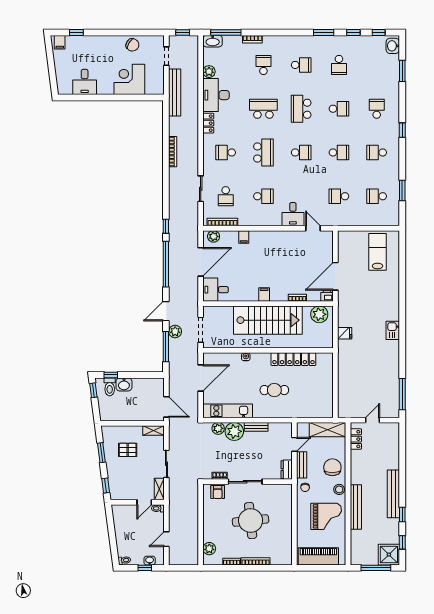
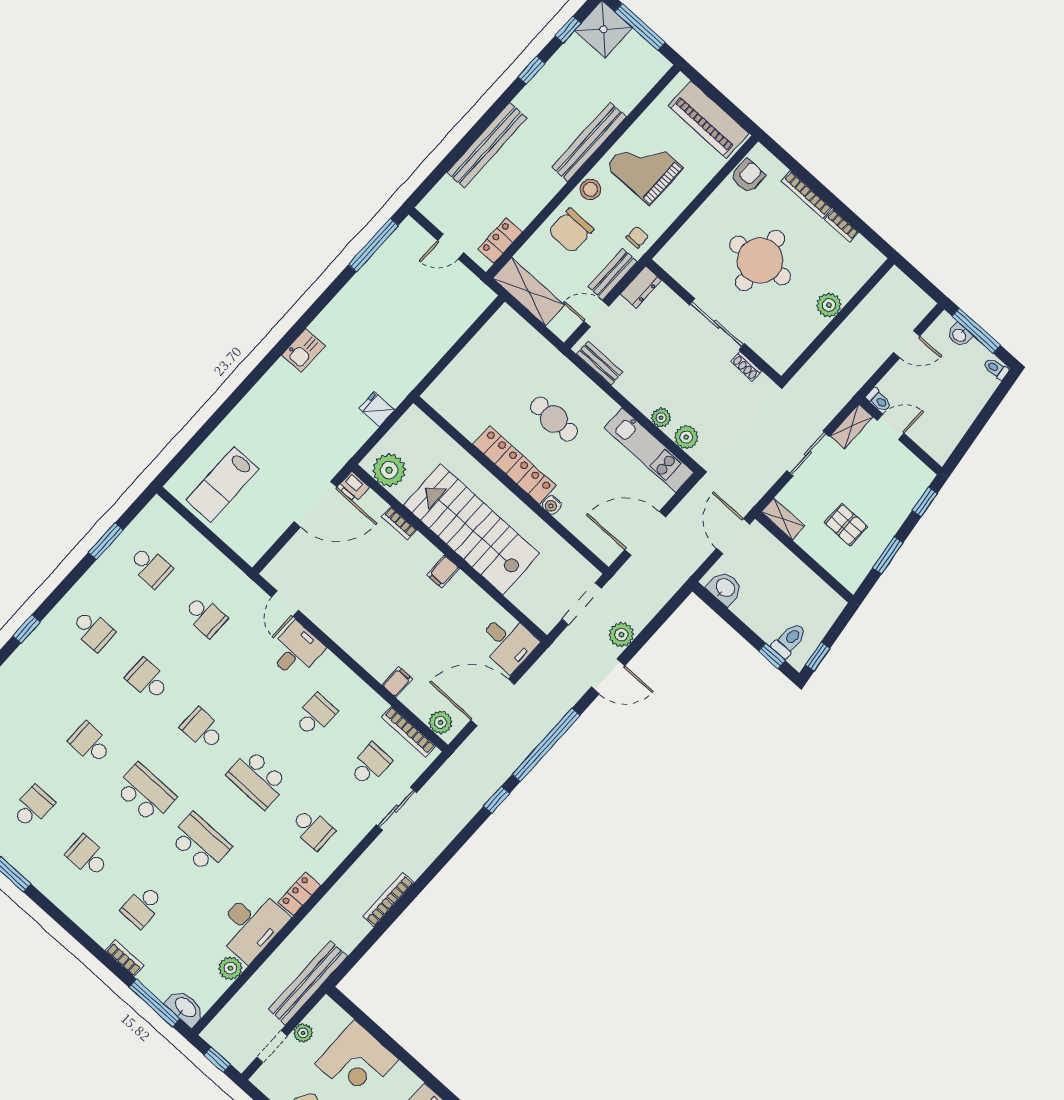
plant: (159, 72) -> (303, 1033), added
school desk: (263, 109) -> (200, 843), turned 180
school desk: (301, 109) -> (145, 793), turned -90
school desk: (377, 109) -> (35, 694), removed
school desk: (263, 152) -> (258, 779), turned -90
school desk: (263, 196) -> (315, 715), turned 90
window: (166, 347) -> (655, 625), removed
locker: (293, 359) -> (514, 465), moved
washbasin: (124, 384) -> (725, 588), moved
bench: (256, 427) -> (600, 363), moved
plant: (234, 431) -> (661, 418), width x0.53, depth x0.53
armchair: (218, 492) -> (748, 176), moved
bench: (393, 494) -> (487, 145), moved
plant: (209, 549) -> (829, 305), moved
window: (145, 568) -> (976, 331), width x2.17

